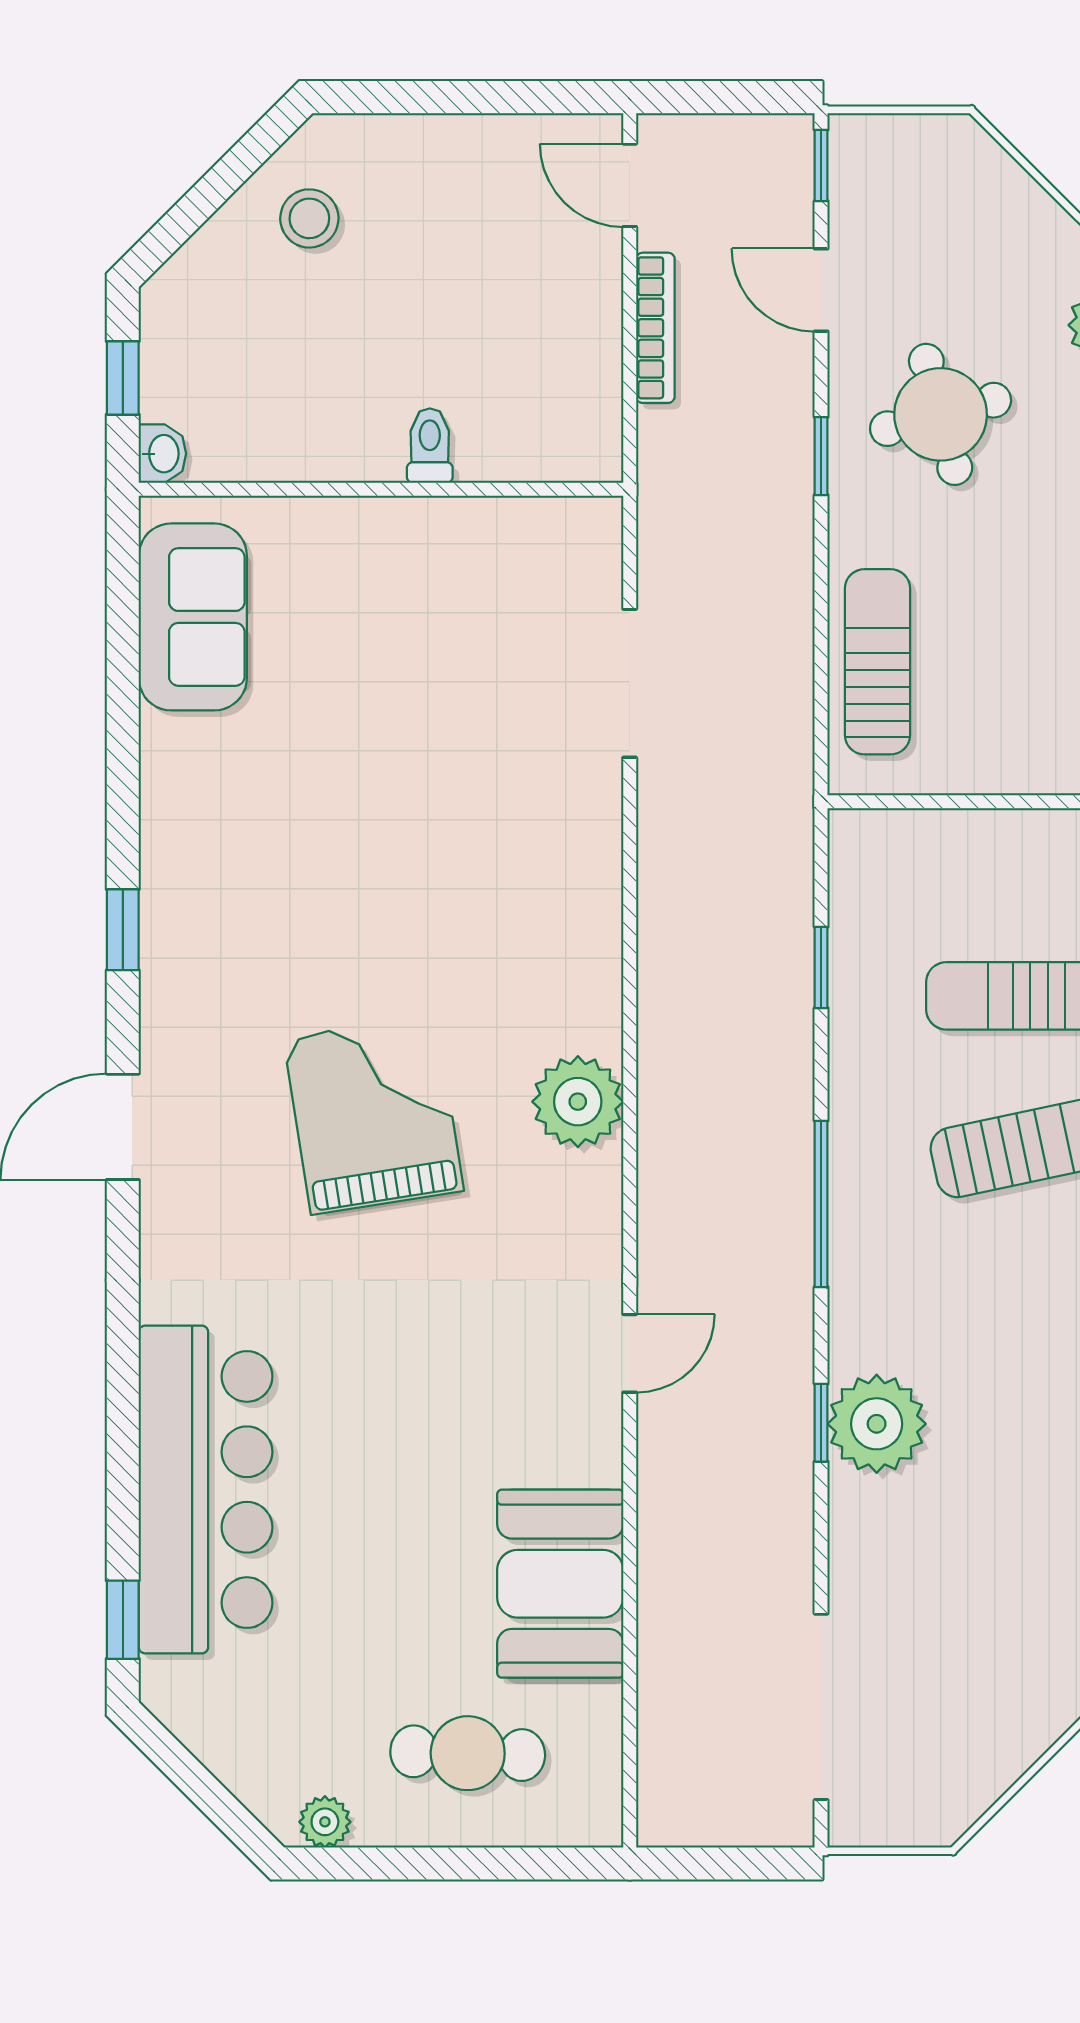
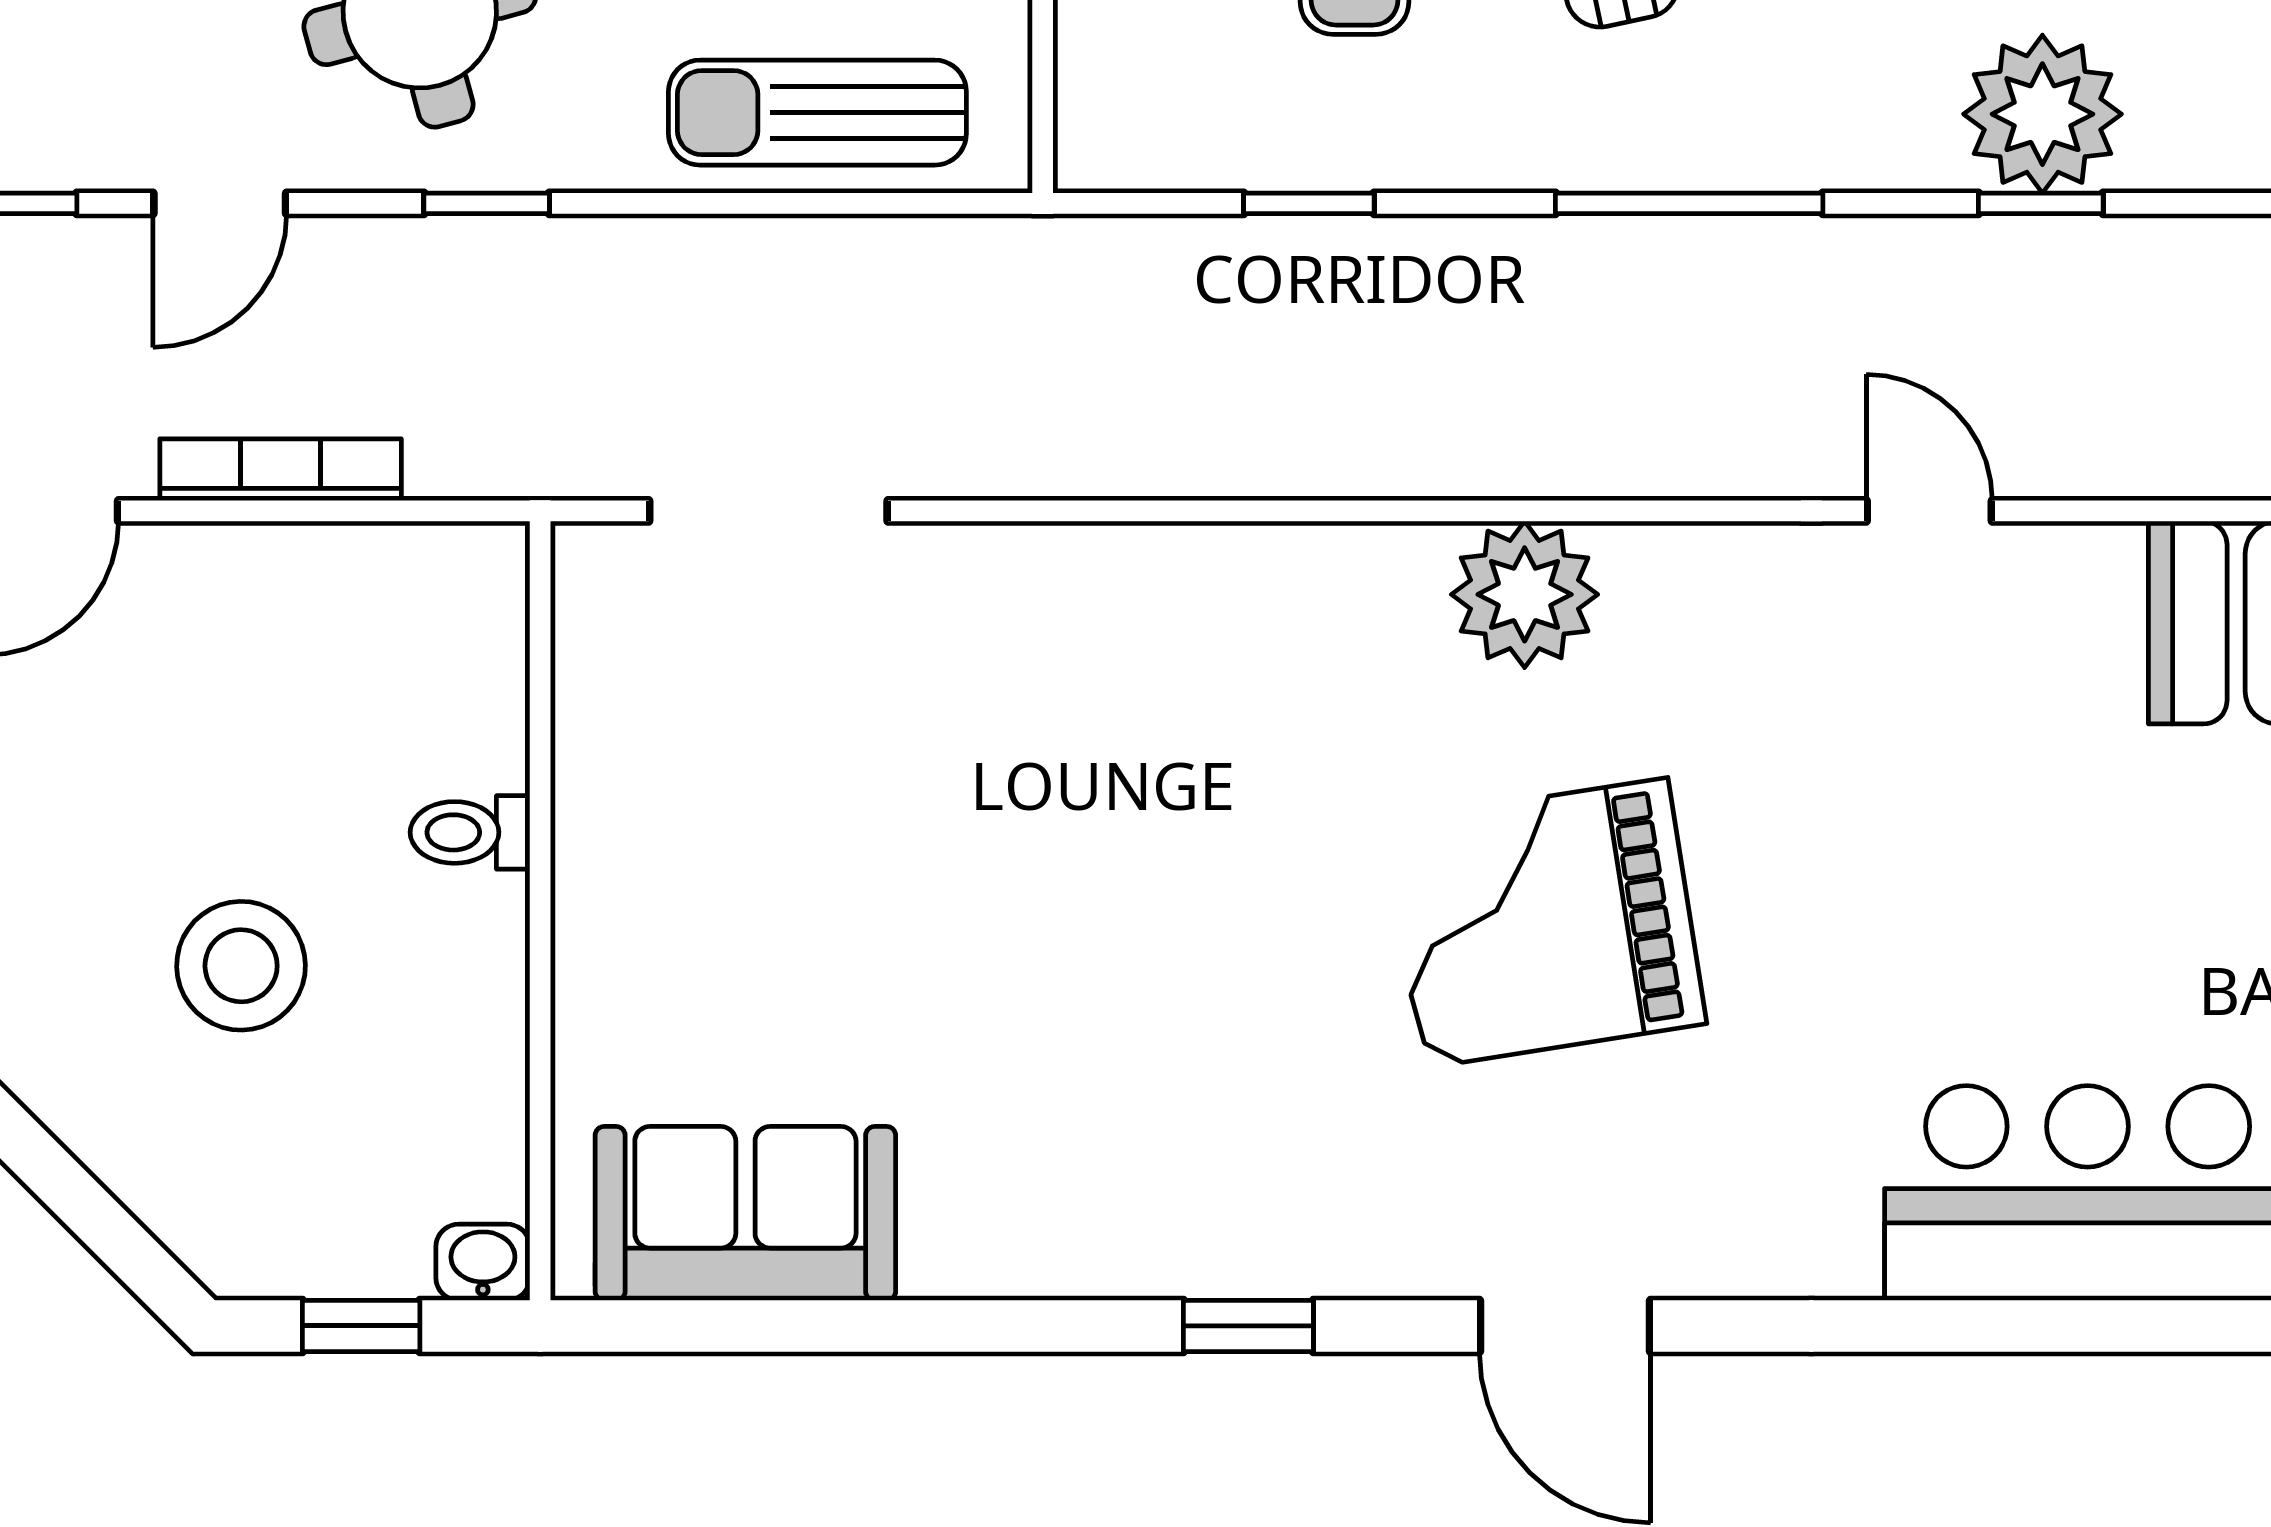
stool: (309, 218) -> (241, 966), moved, width x1.38, depth x1.38
doorway: (630, 683) -> (768, 511), moved

